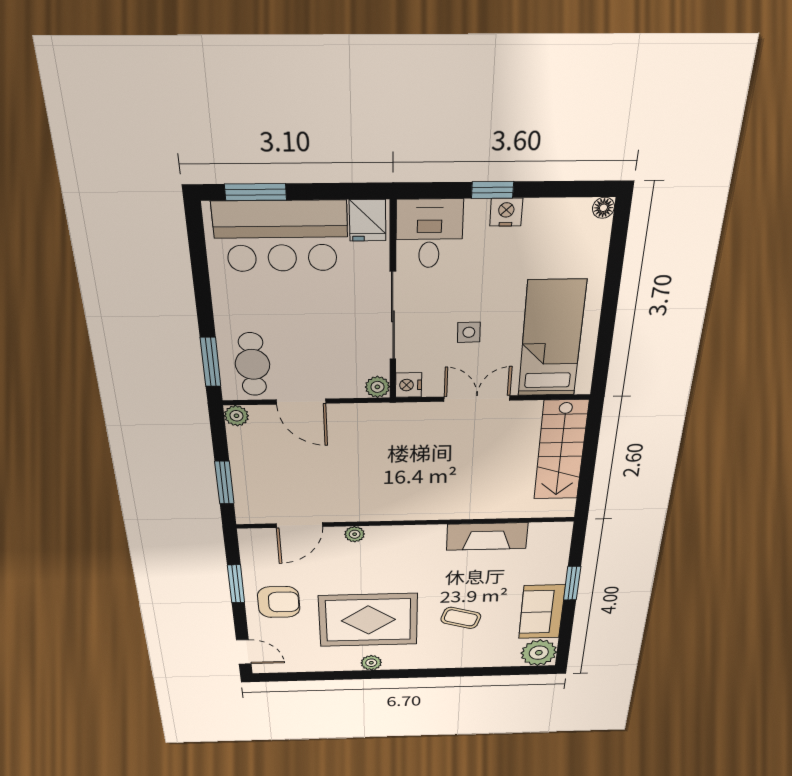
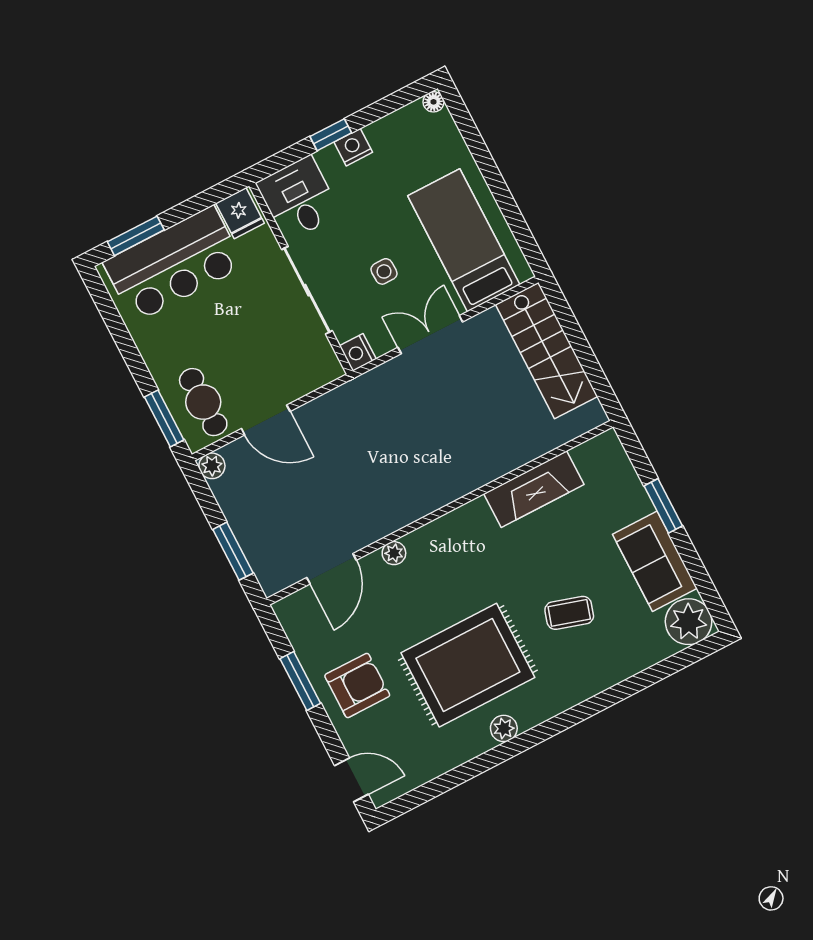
plant: (377, 387) -> (330, 369), removed

